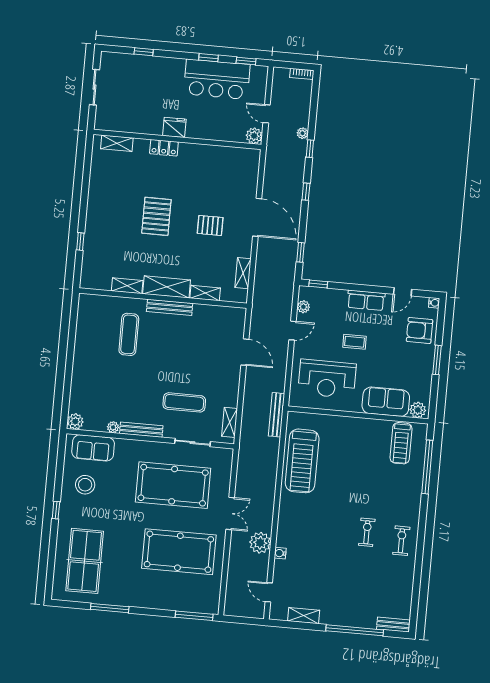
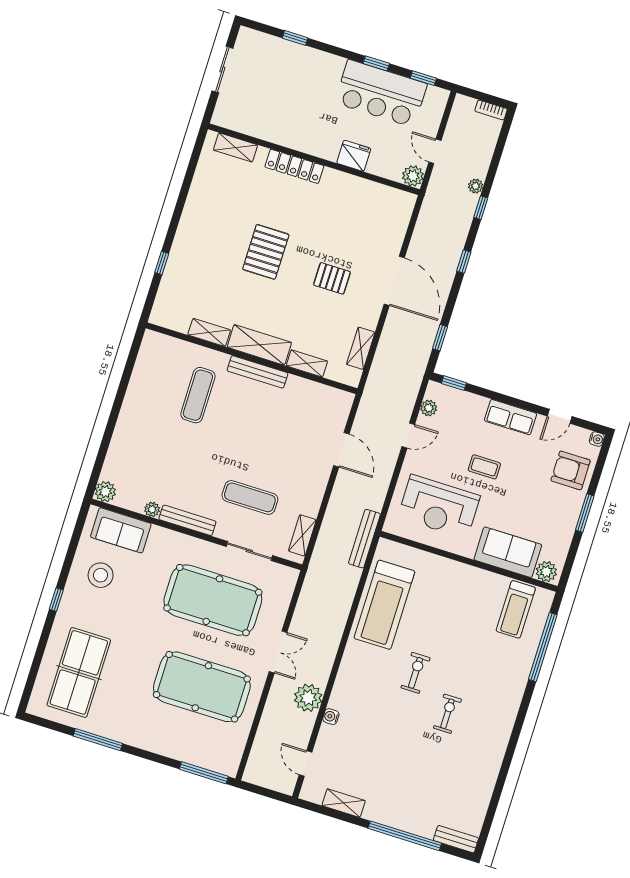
fridge: (174, 127) -> (354, 156), moved
locker: (164, 148) -> (294, 166), width x1.53
exercise bike: (401, 541) -> (416, 673), moved

